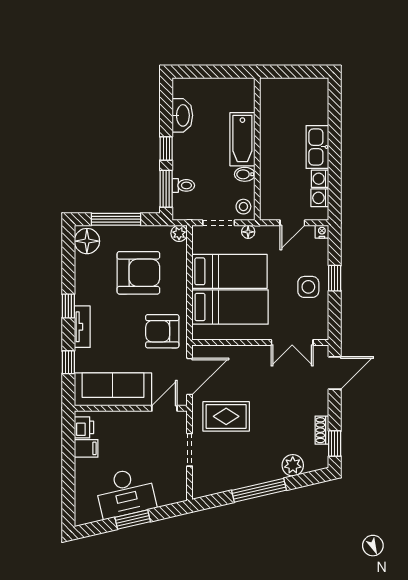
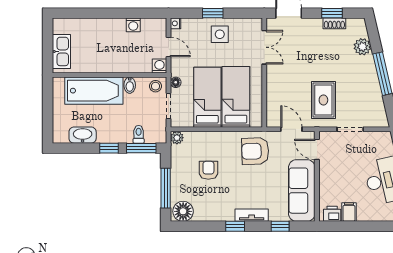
bathtub: (242, 139) -> (94, 91), width x1.36, depth x1.36
kitchen sink: (317, 147) -> (61, 51), moved, turned -90
washing machine: (320, 198) -> (159, 66), moved, turned 180
armchair: (138, 273) -> (208, 170), width x0.53, depth x0.53
armchair: (162, 331) -> (255, 151), turned 88
door: (190, 376) -> (291, 129), width x0.73
window: (335, 444) -> (332, 13), moved

